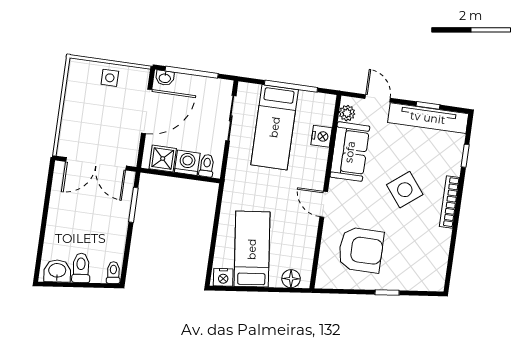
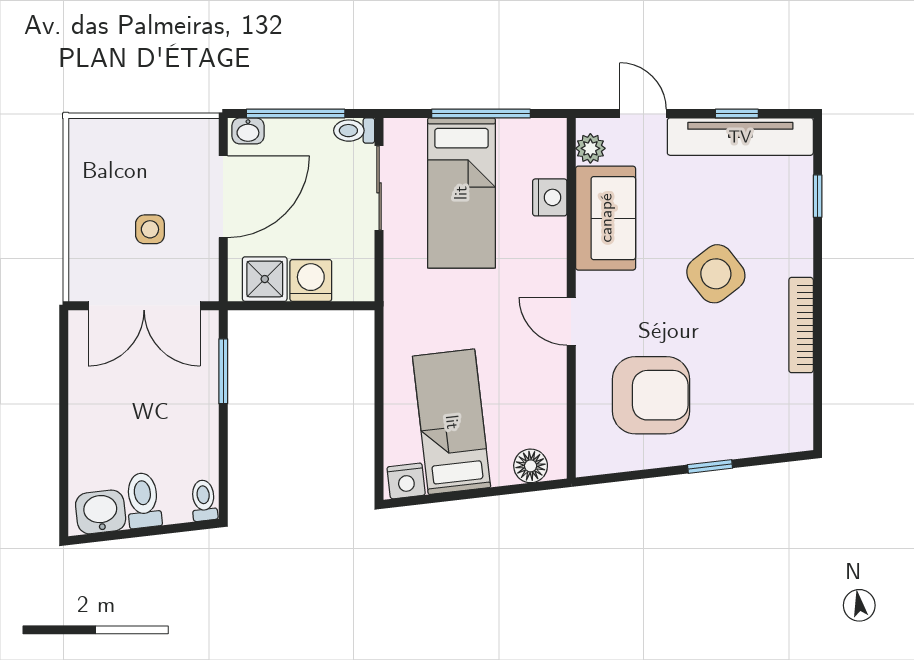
side table: (110, 78) -> (150, 229), moved
toilet: (207, 166) -> (354, 131), moved, turned -90
bookcase: (450, 202) -> (801, 325), moved

